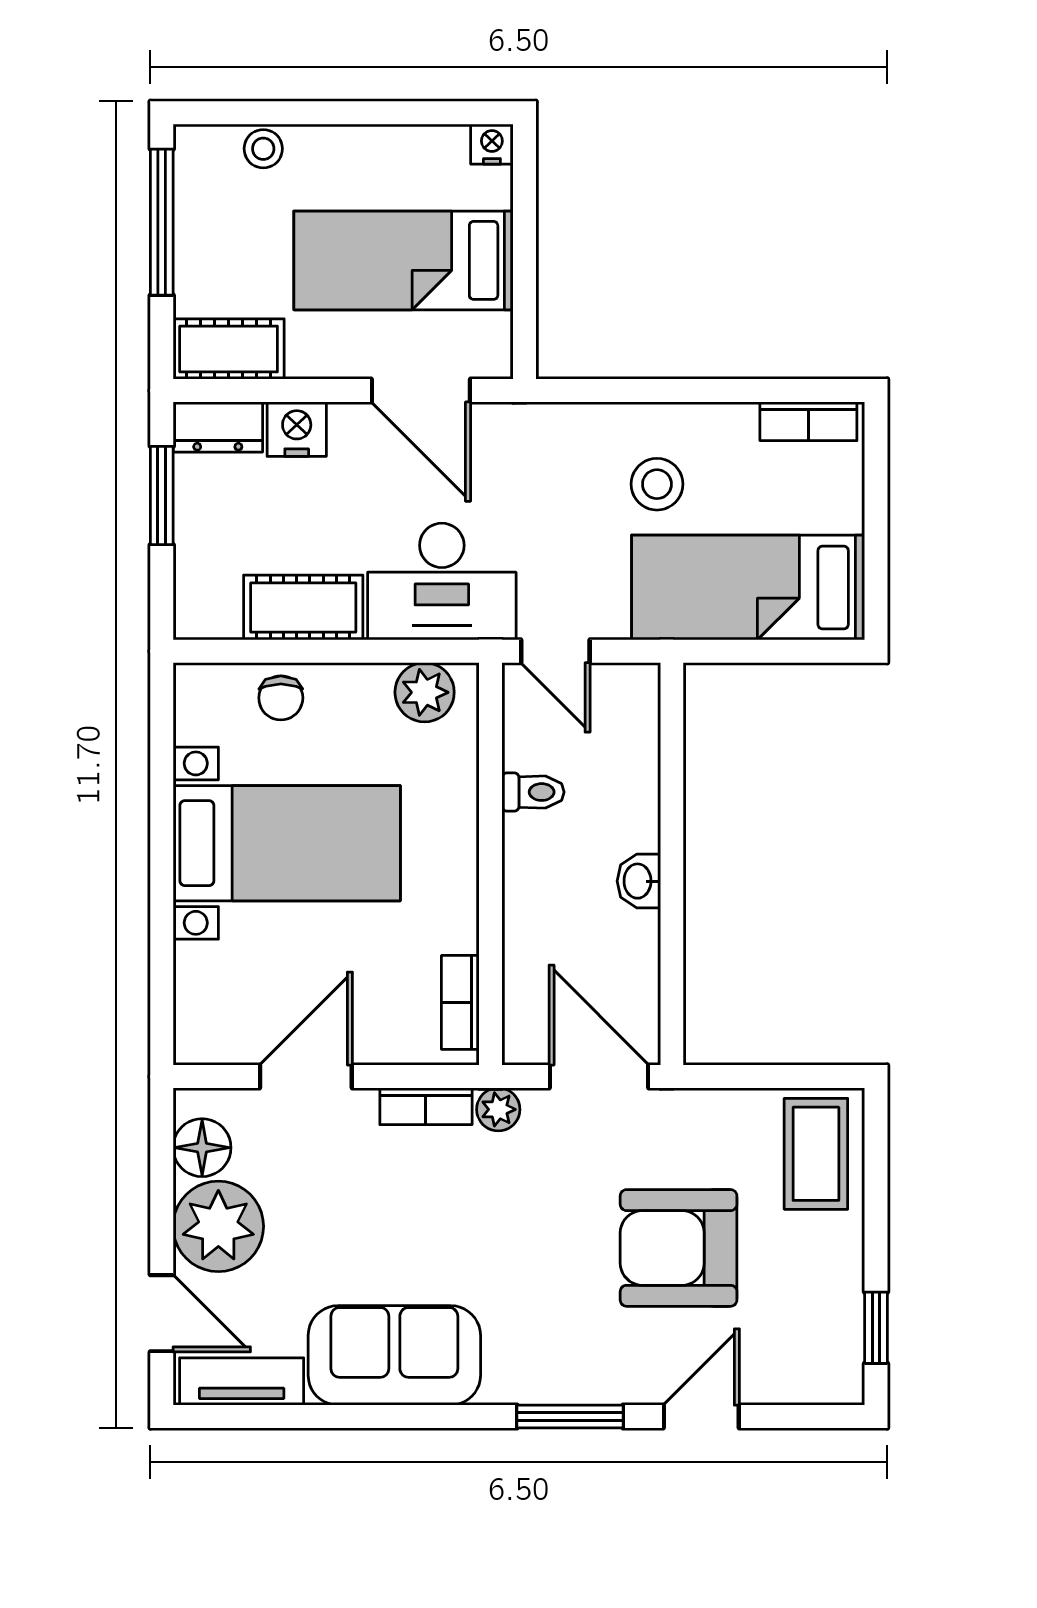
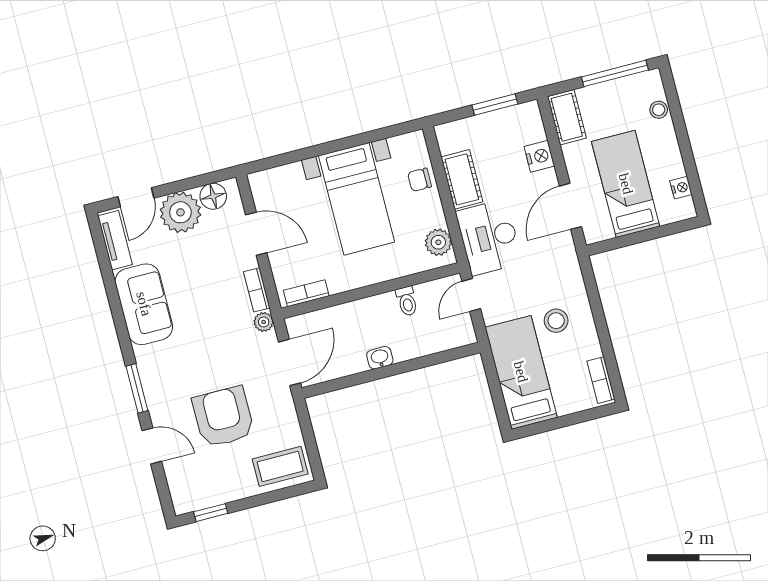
nightstand: (492, 144) -> (681, 188), moved
dresser: (218, 427) -> (531, 121), removed

